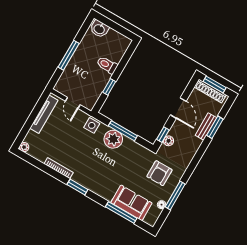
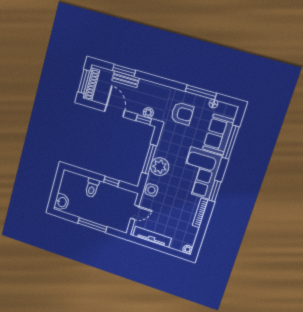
door: (178, 108) -> (115, 111), hinge flipped
corner sofa: (98, 177) -> (200, 173), added

